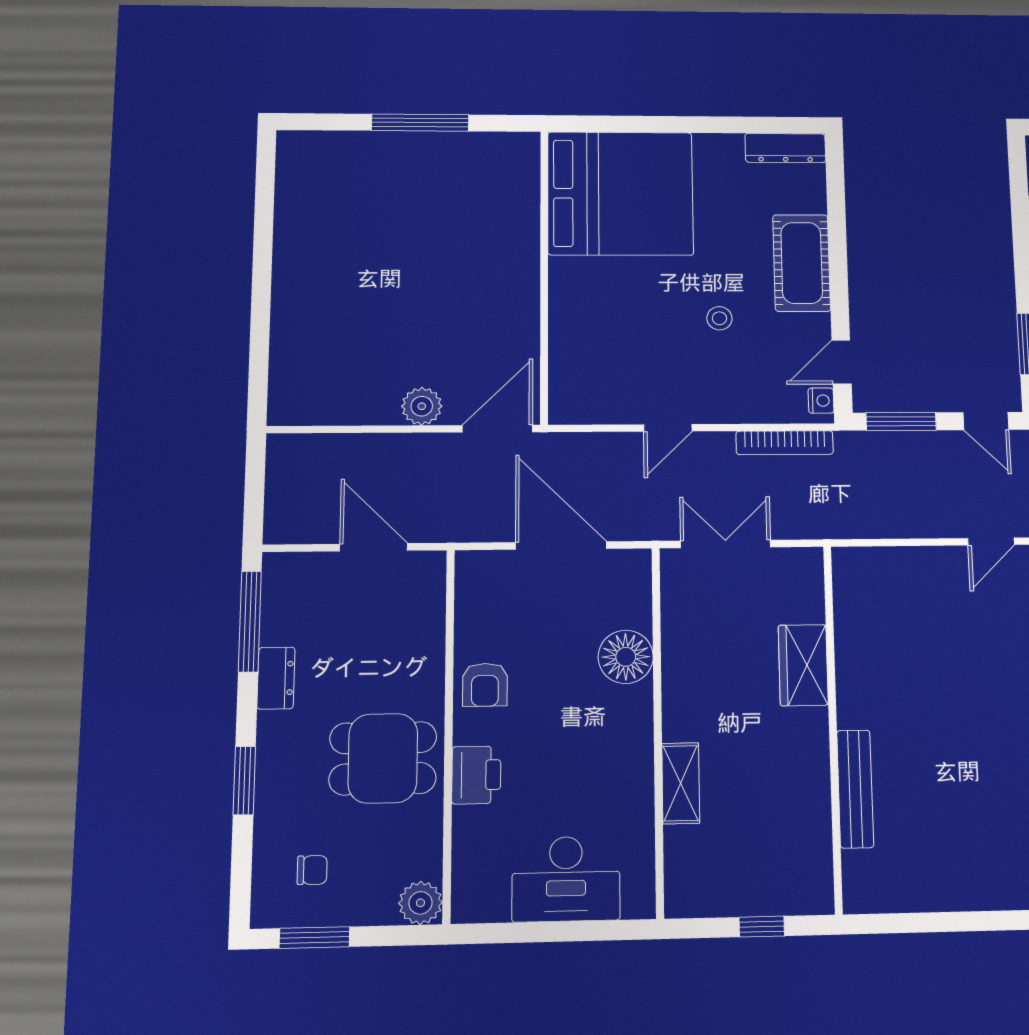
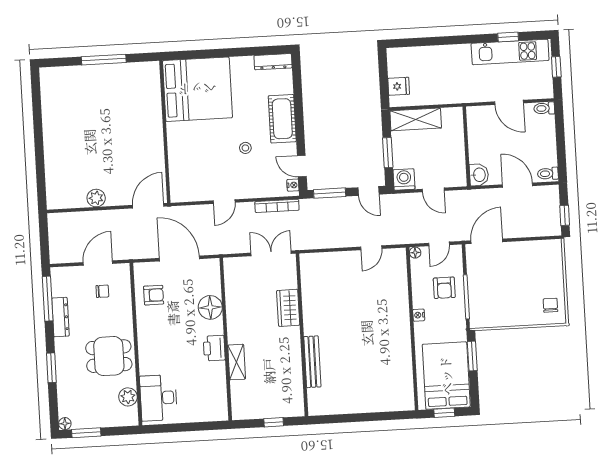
door: (842, 362) -> (302, 166), hinge flipped
plant: (422, 406) -> (96, 198), moved
double door: (726, 544) -> (271, 253), moved
door: (374, 547) -> (98, 263), hinge flipped
dresser: (276, 678) -> (60, 317), width x1.44
armchair: (485, 685) -> (154, 295), moved, turned -90
printer: (476, 775) -> (214, 348), moved, turned 180
chair: (312, 870) -> (102, 291), moved
desk: (566, 879) -> (159, 398), moved, turned 90
plant: (420, 903) -> (128, 397), moved
floor lamp: (265, 914) -> (65, 424), added

